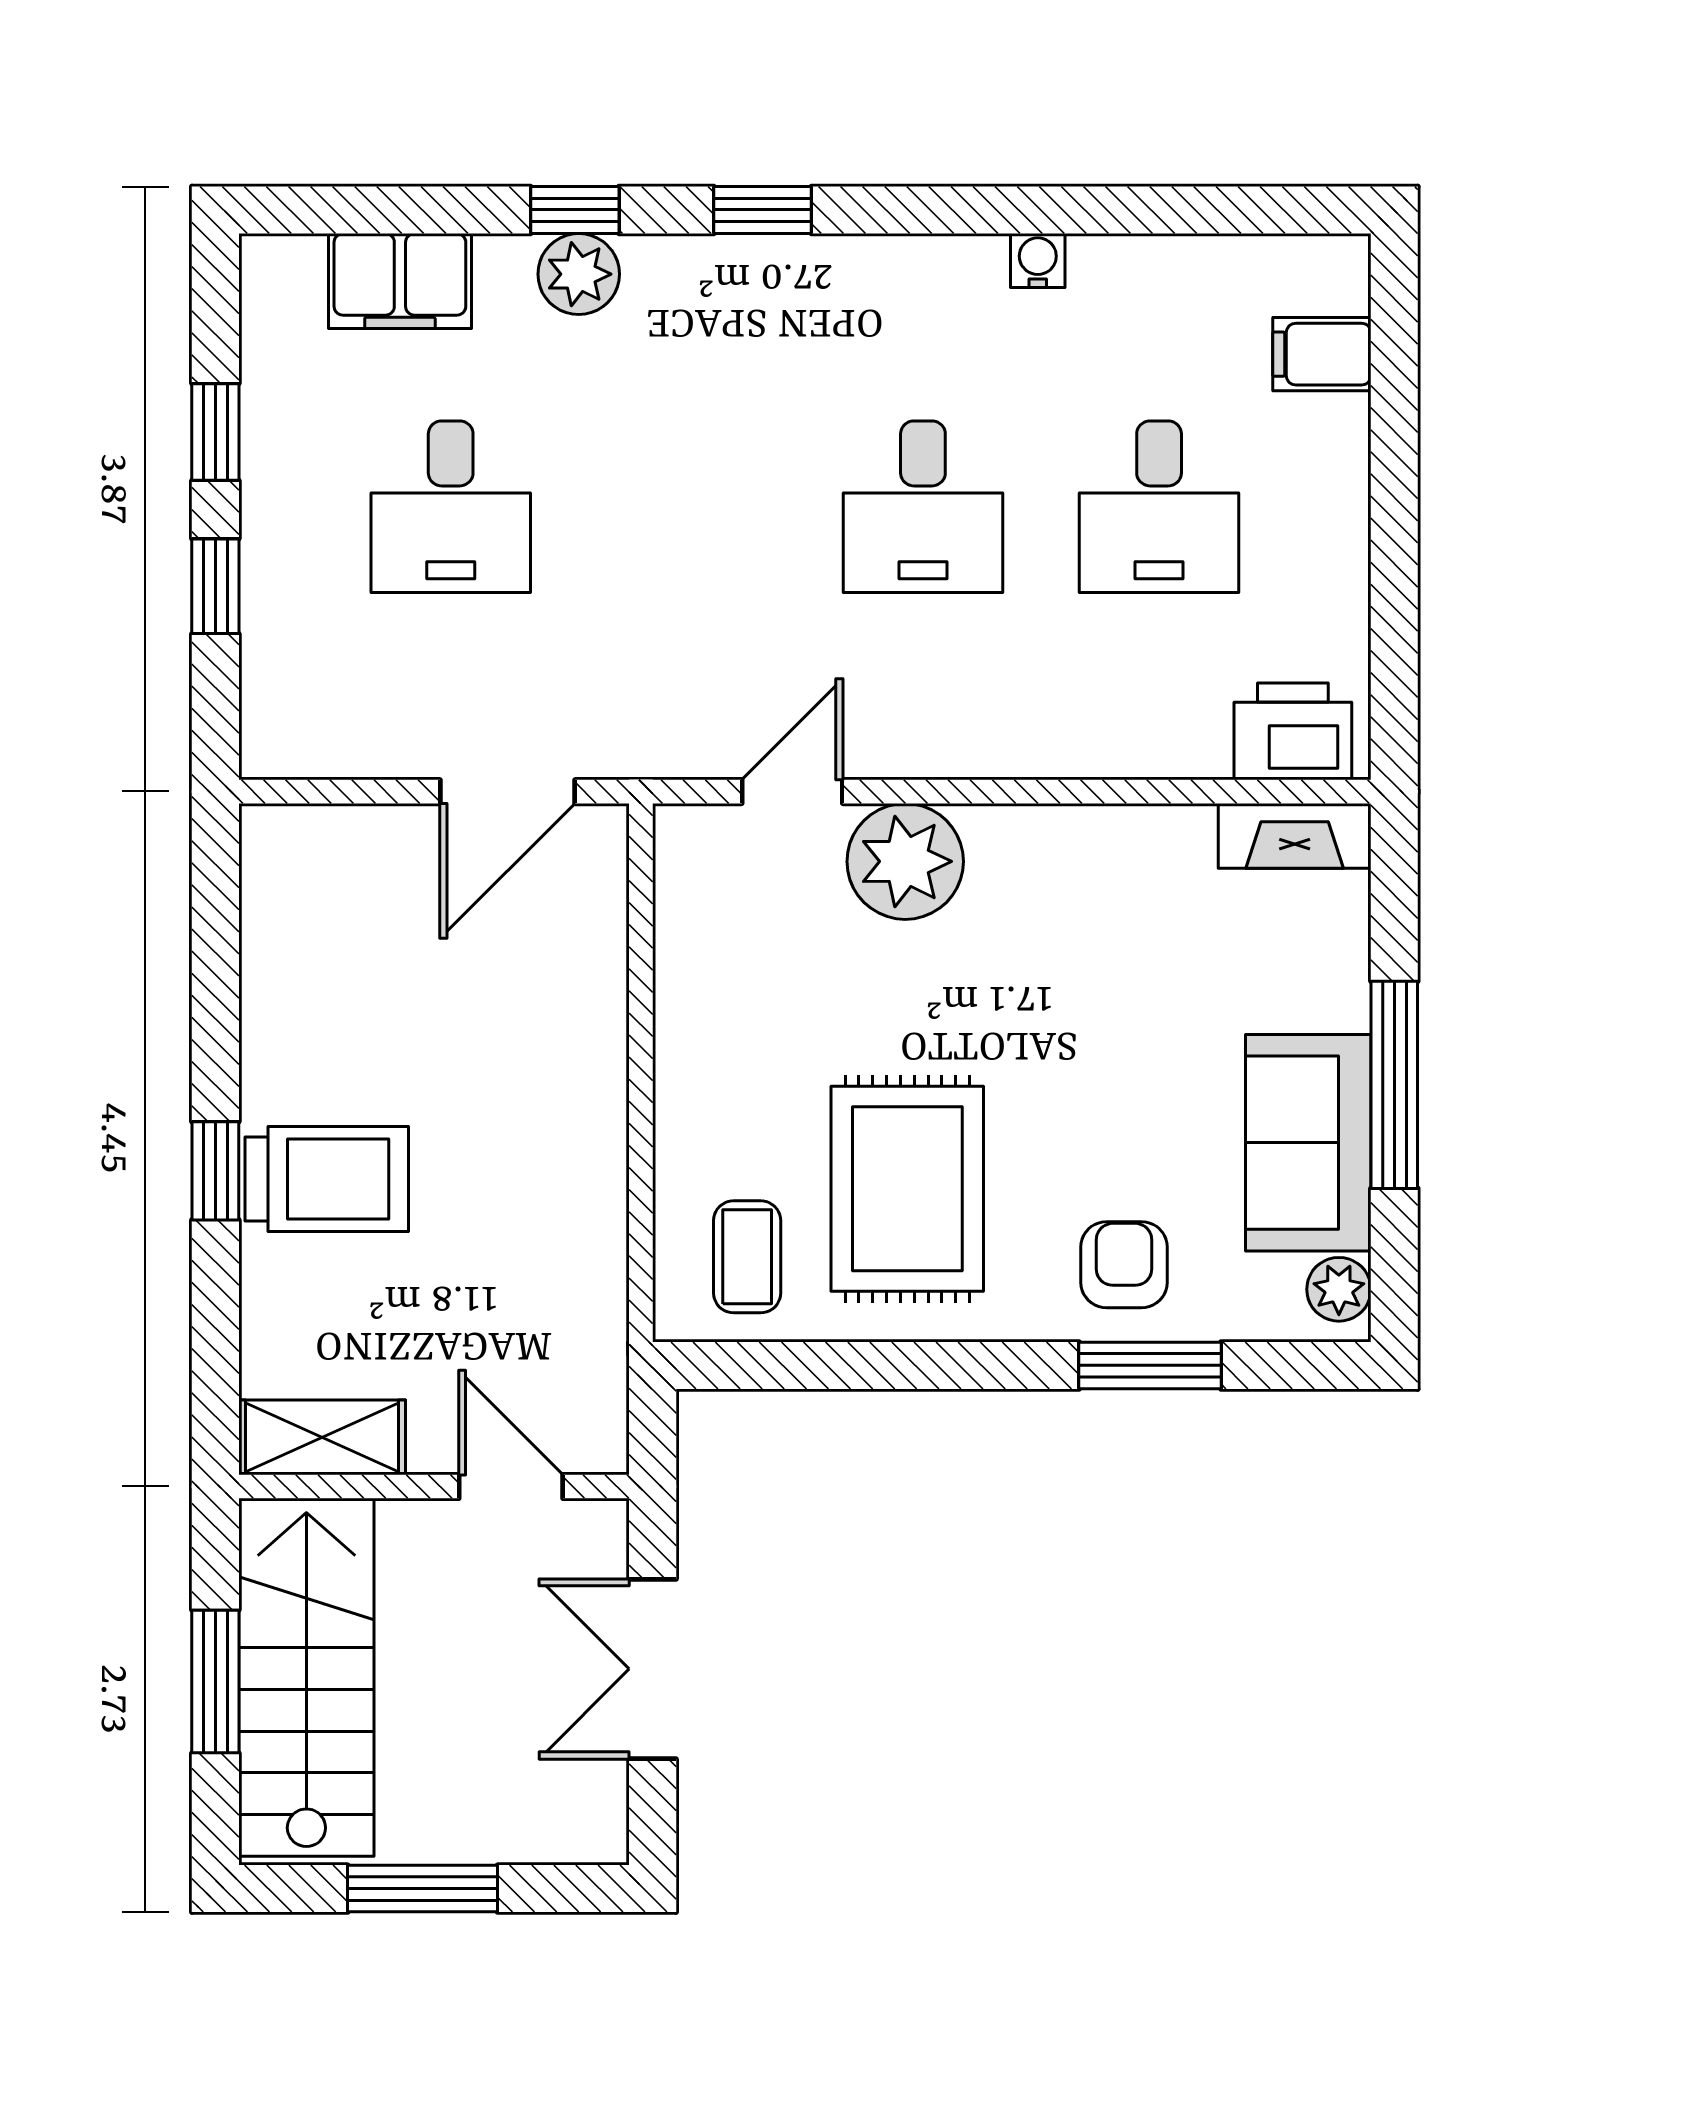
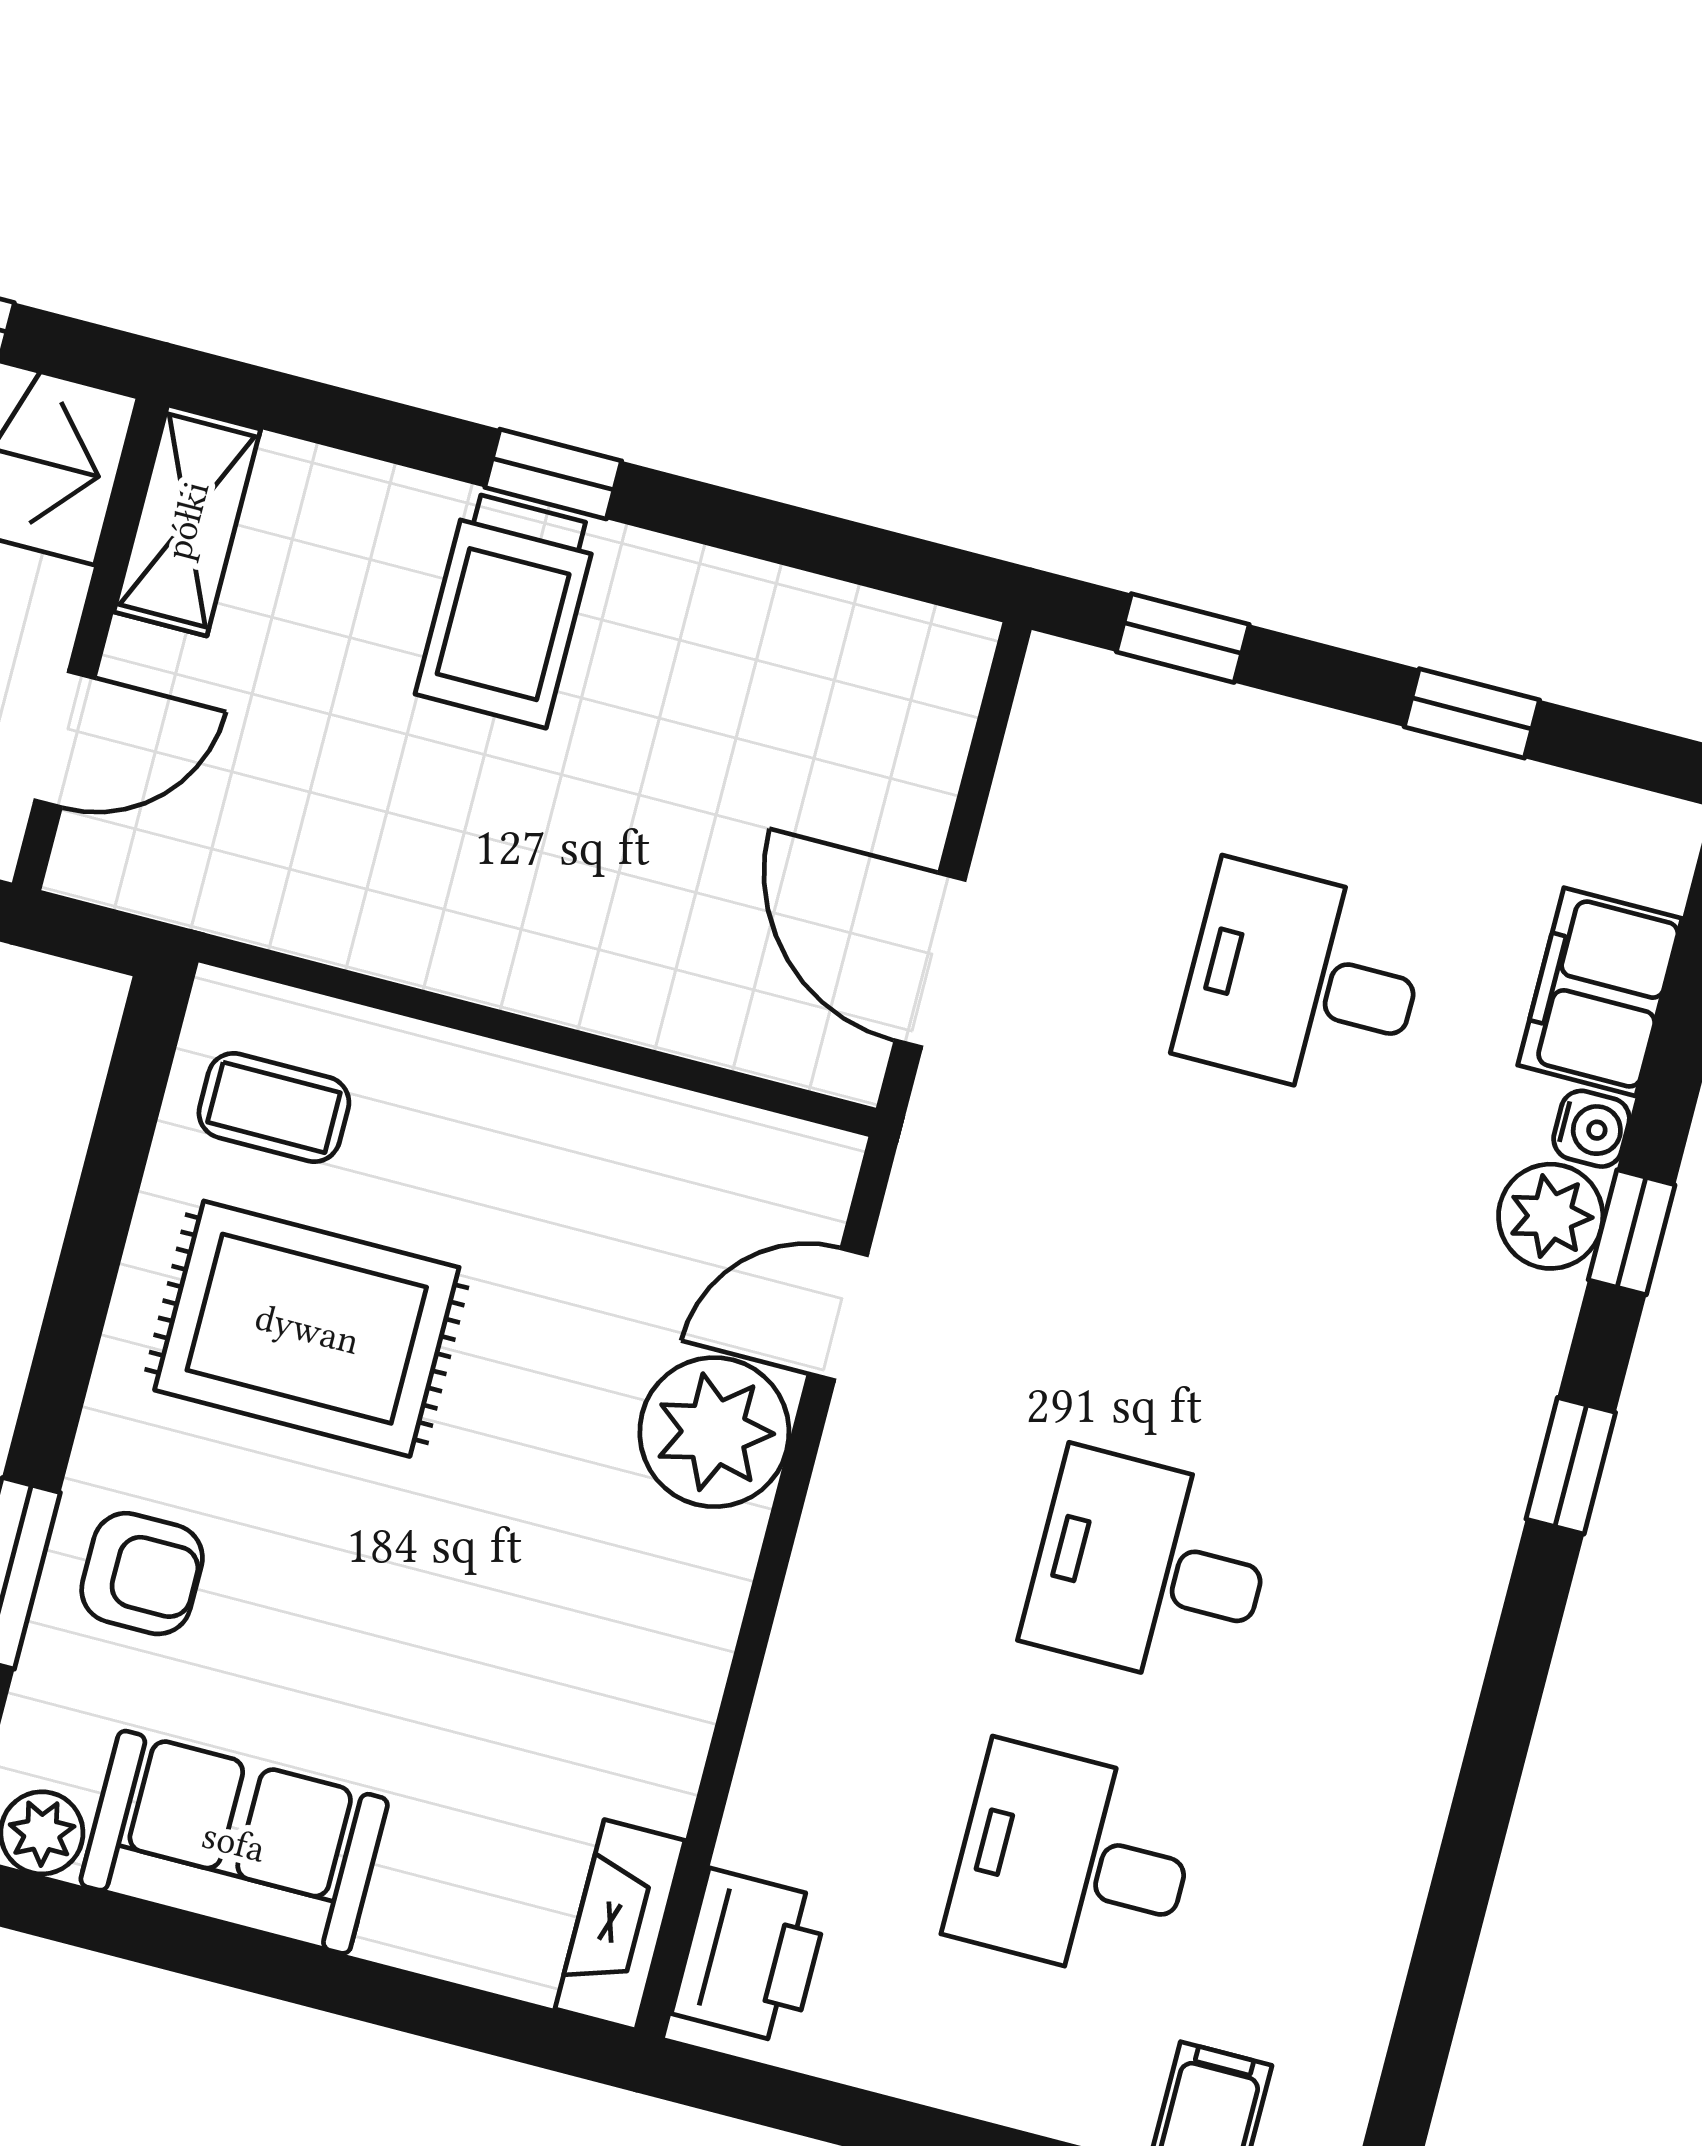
water cooler: (1038, 260) -> (1591, 1129), moved
window: (215, 586) -> (1183, 638), moved
door: (792, 792) -> (838, 1314), swing flipped
window: (1394, 1085) -> (278, 1968), removed

